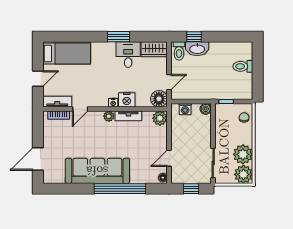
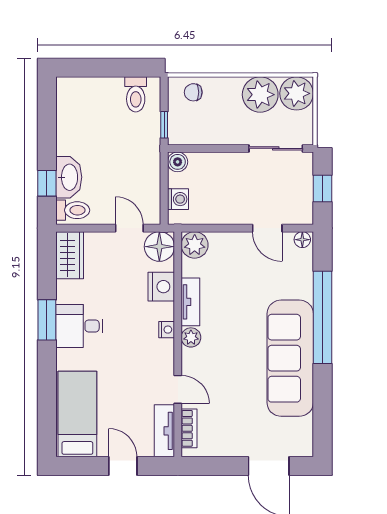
desk: (128, 55) -> (79, 326), moved
toilet: (243, 66) -> (136, 94), moved
nightstand: (127, 100) -> (161, 287), moved

